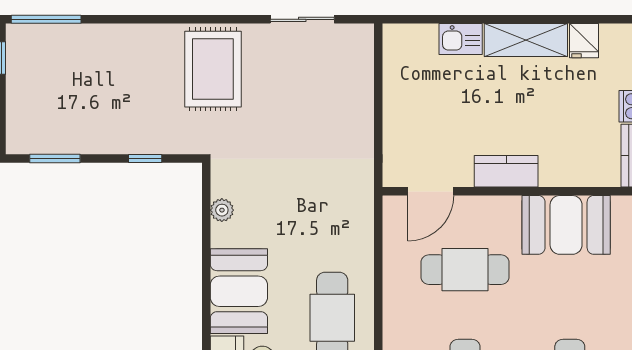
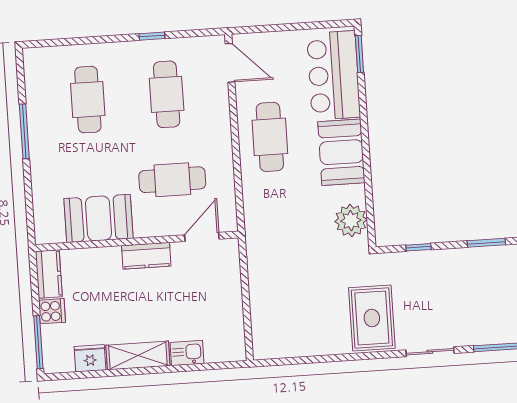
sliding door: (302, 19) -> (430, 352), moved
fridge: (584, 41) -> (90, 358), width x1.38
plant: (222, 210) -> (351, 221), width x1.87, depth x1.87

